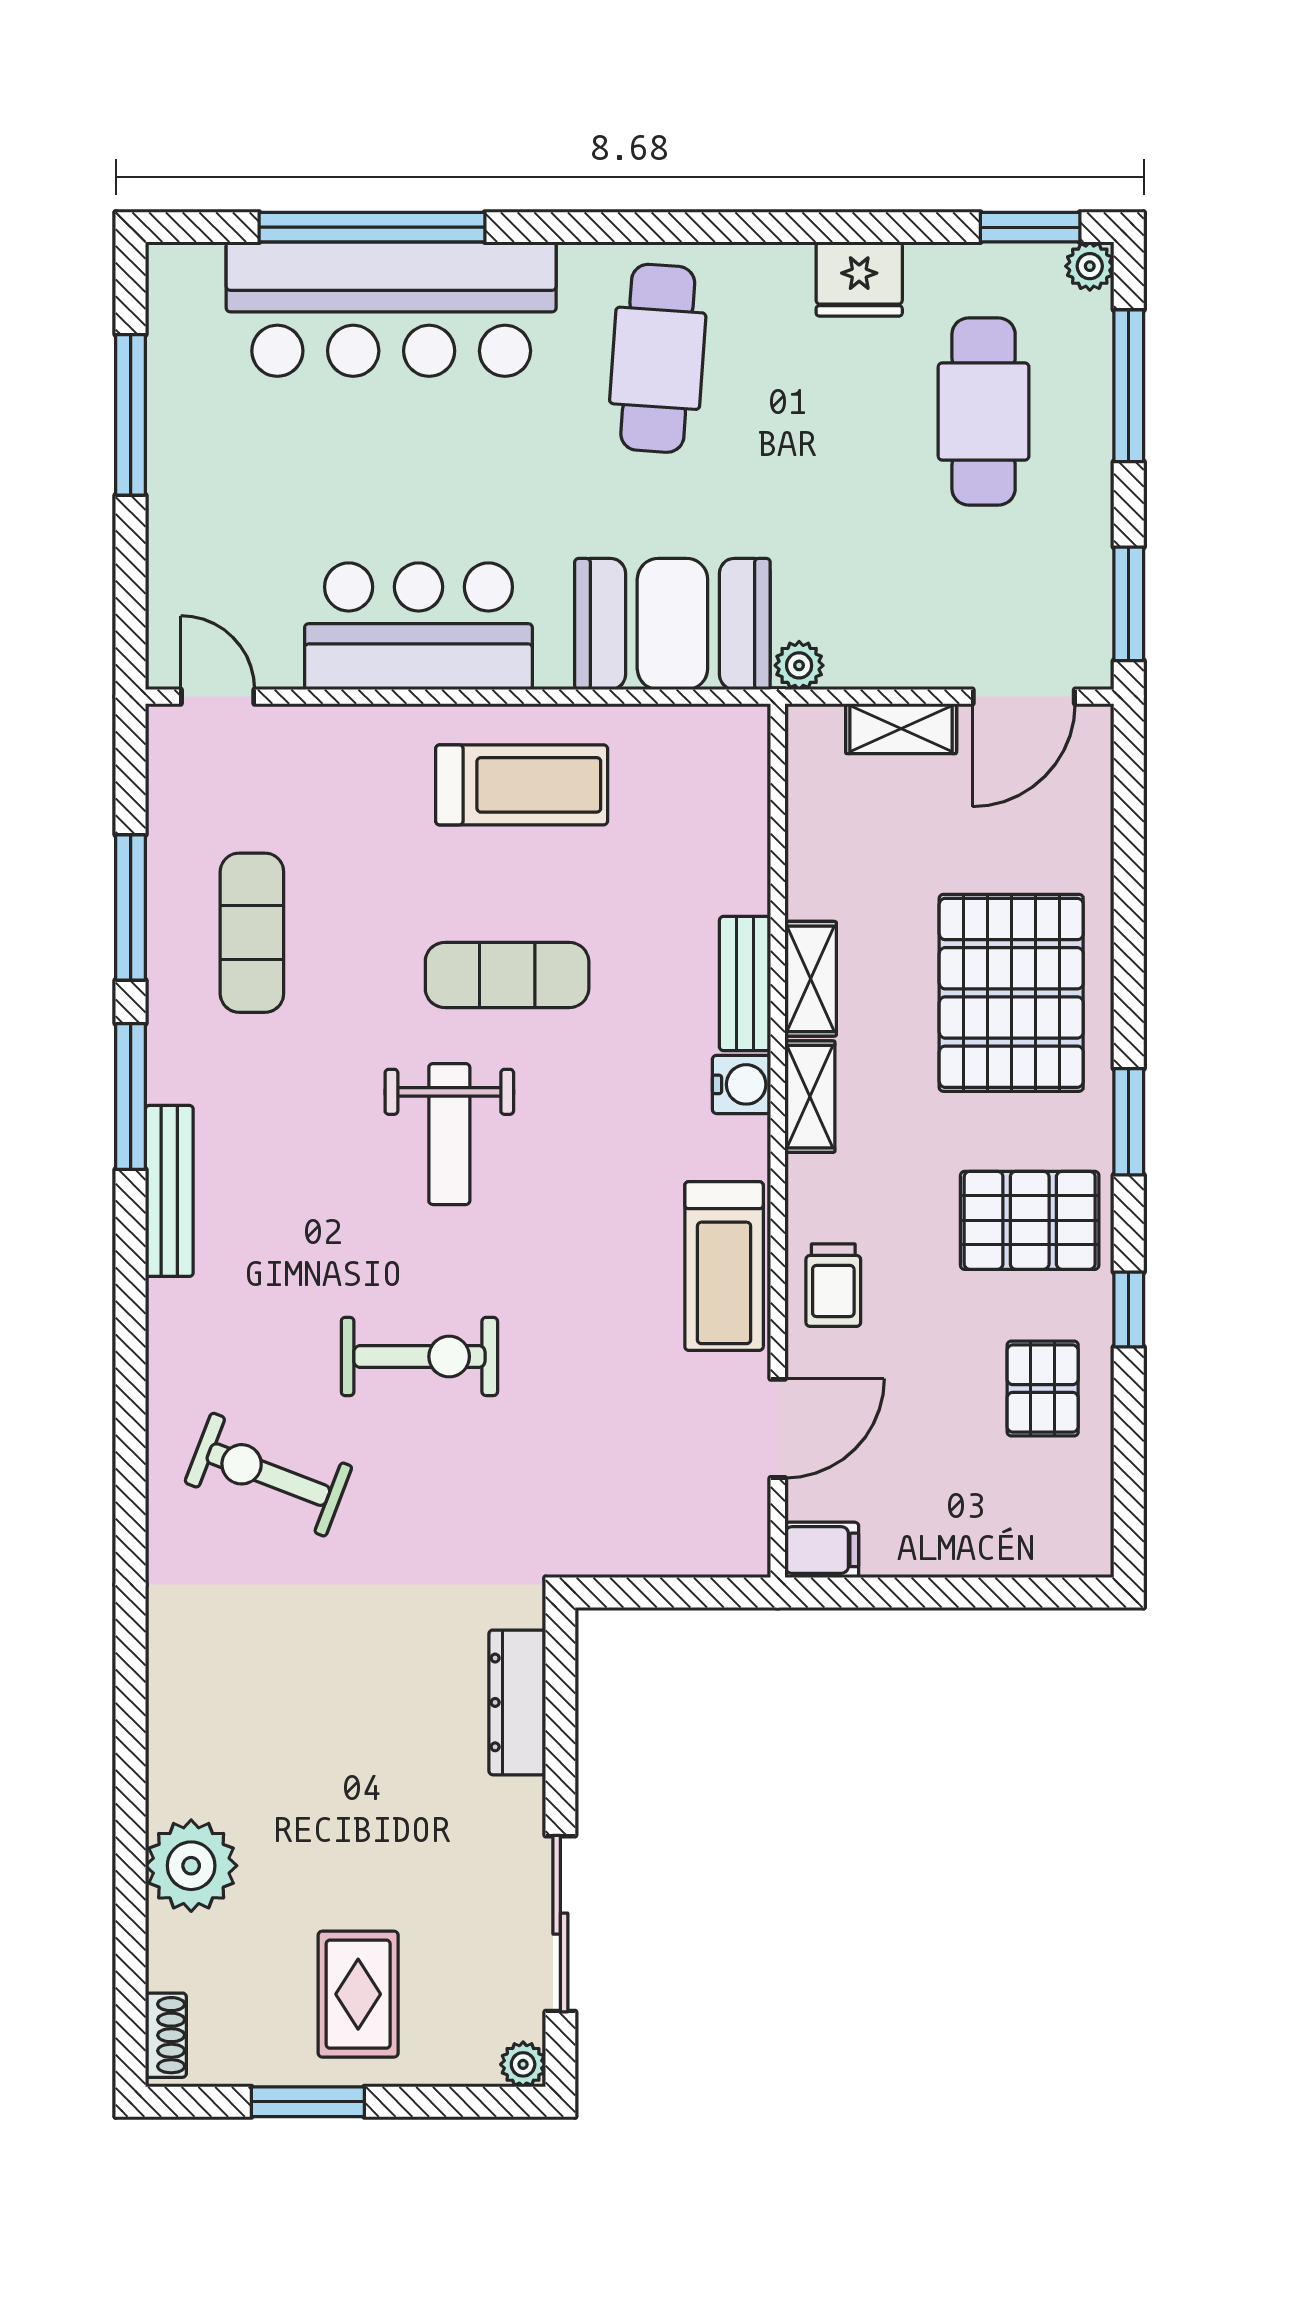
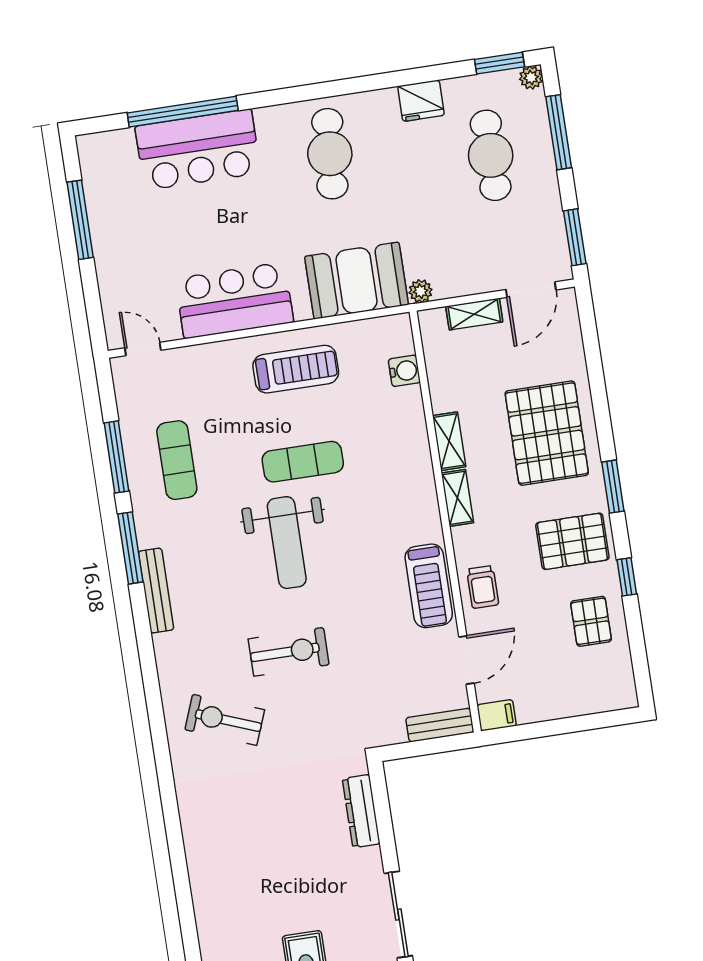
bar counter: (391, 309) -> (198, 150), width x0.73
bench: (745, 984) -> (440, 725), moved, turned 90
water cooler: (741, 1084) -> (404, 371), moved
weight bench: (449, 1134) -> (287, 543), width x1.36, depth x1.33
plant: (191, 1866) -> (216, 914), removed

